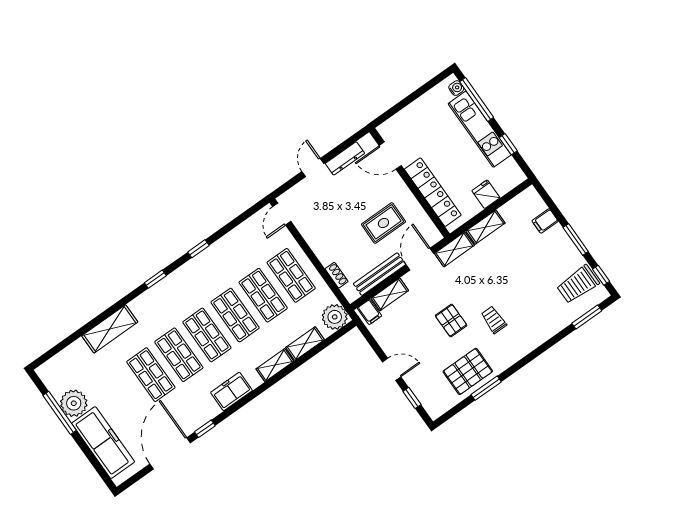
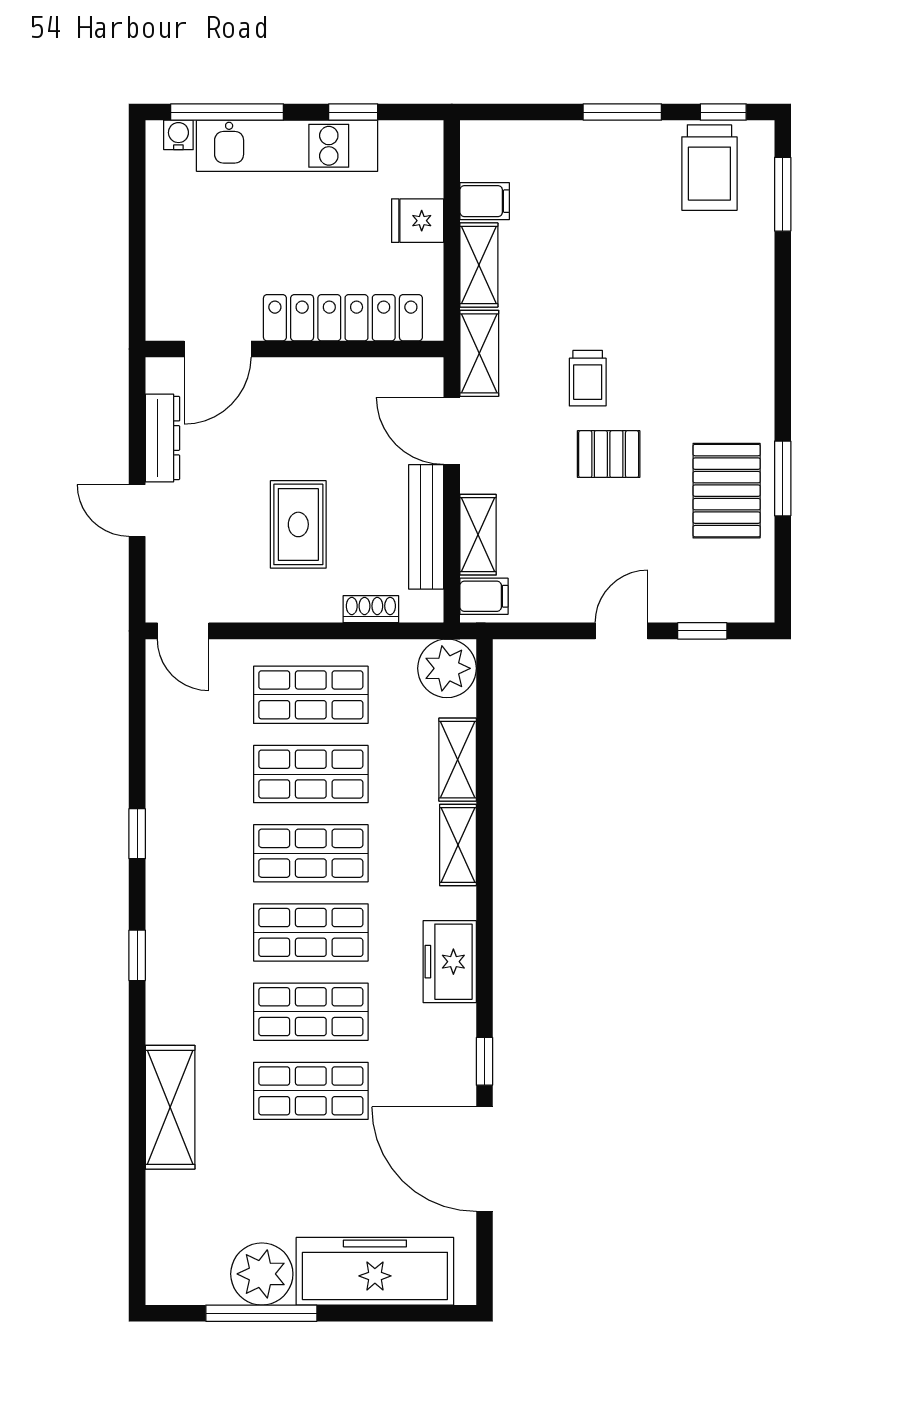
filing cabinet: (545, 221) -> (485, 201), moved, turned -90
rug: (383, 223) -> (298, 524), moved
trolley: (494, 320) -> (588, 378), moved, turned -90

